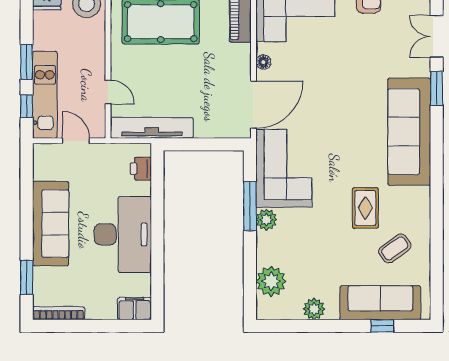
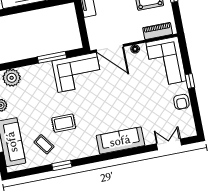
window: (437, 88) -> (62, 165), moved
sofa: (409, 132) -> (120, 141), width x0.74, depth x0.79
plant: (266, 220) -> (46, 68), removed

